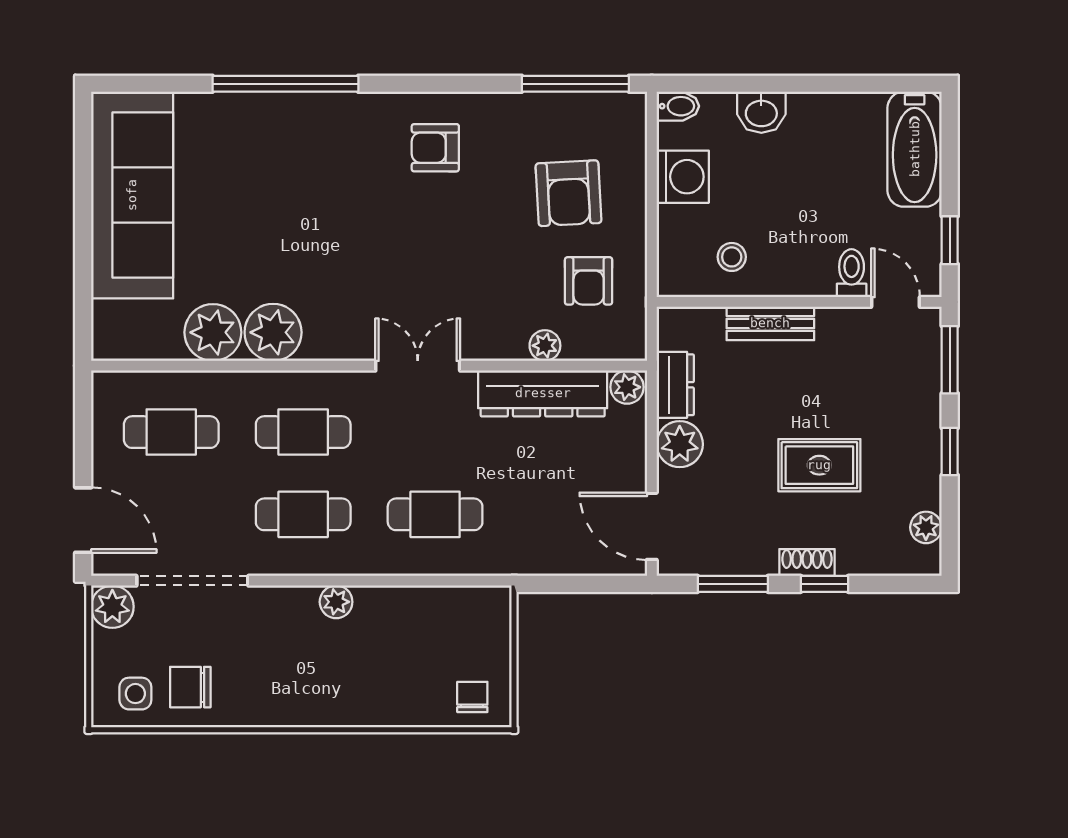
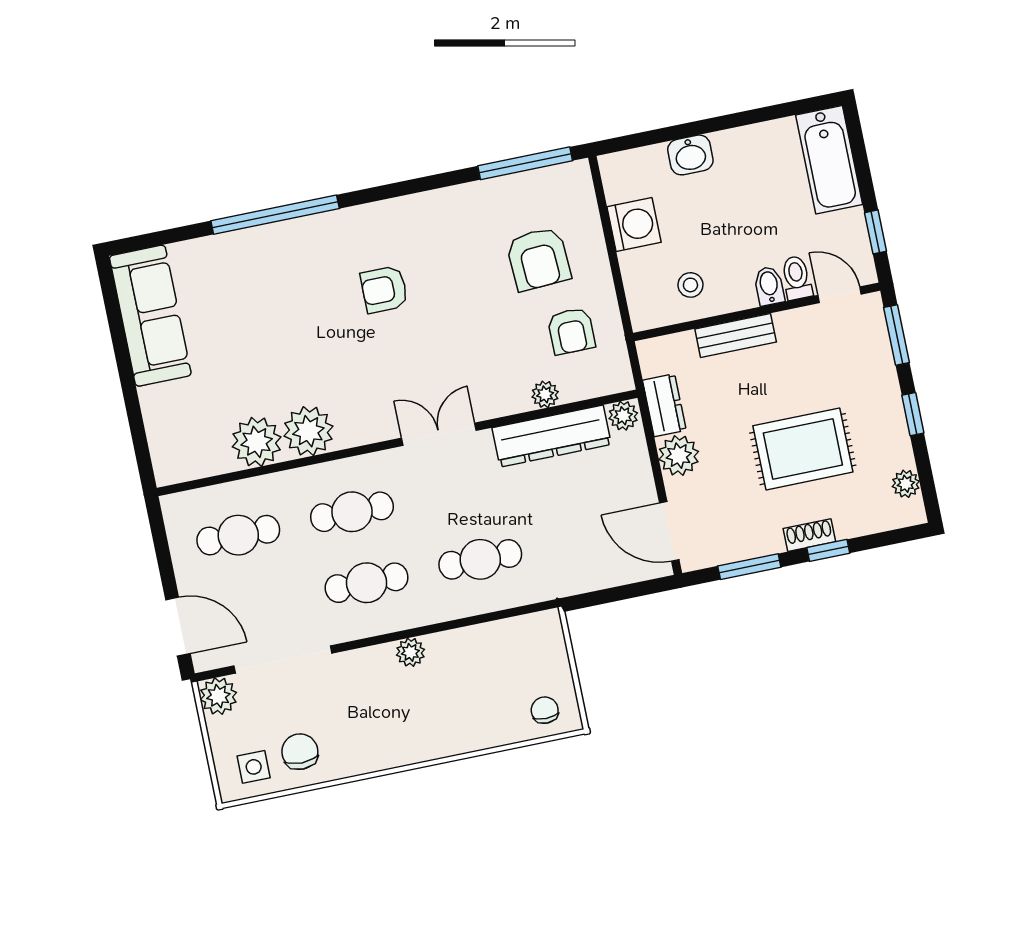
bidet: (678, 106) -> (769, 286), moved, turned -90
armchair: (435, 148) -> (384, 289), moved
sofa: (132, 195) -> (150, 316), width x0.74, depth x0.79
rug: (819, 465) -> (803, 449), width x1.36, depth x1.43
chair: (190, 687) -> (300, 752), turned 90

